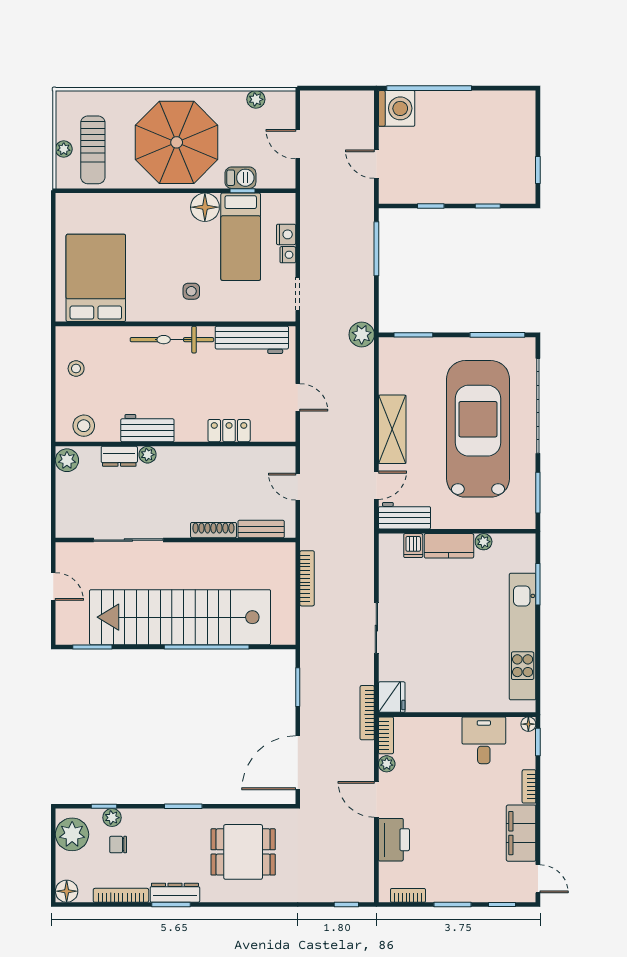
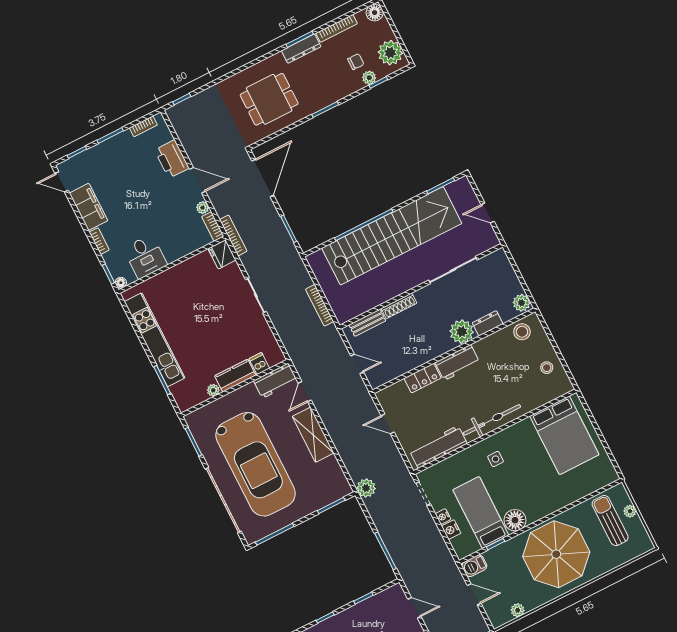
barbecue: (240, 178) -> (474, 566), moved
workbench: (147, 428) -> (457, 363), moved
plant: (148, 455) -> (462, 332), width x1.87, depth x1.87

